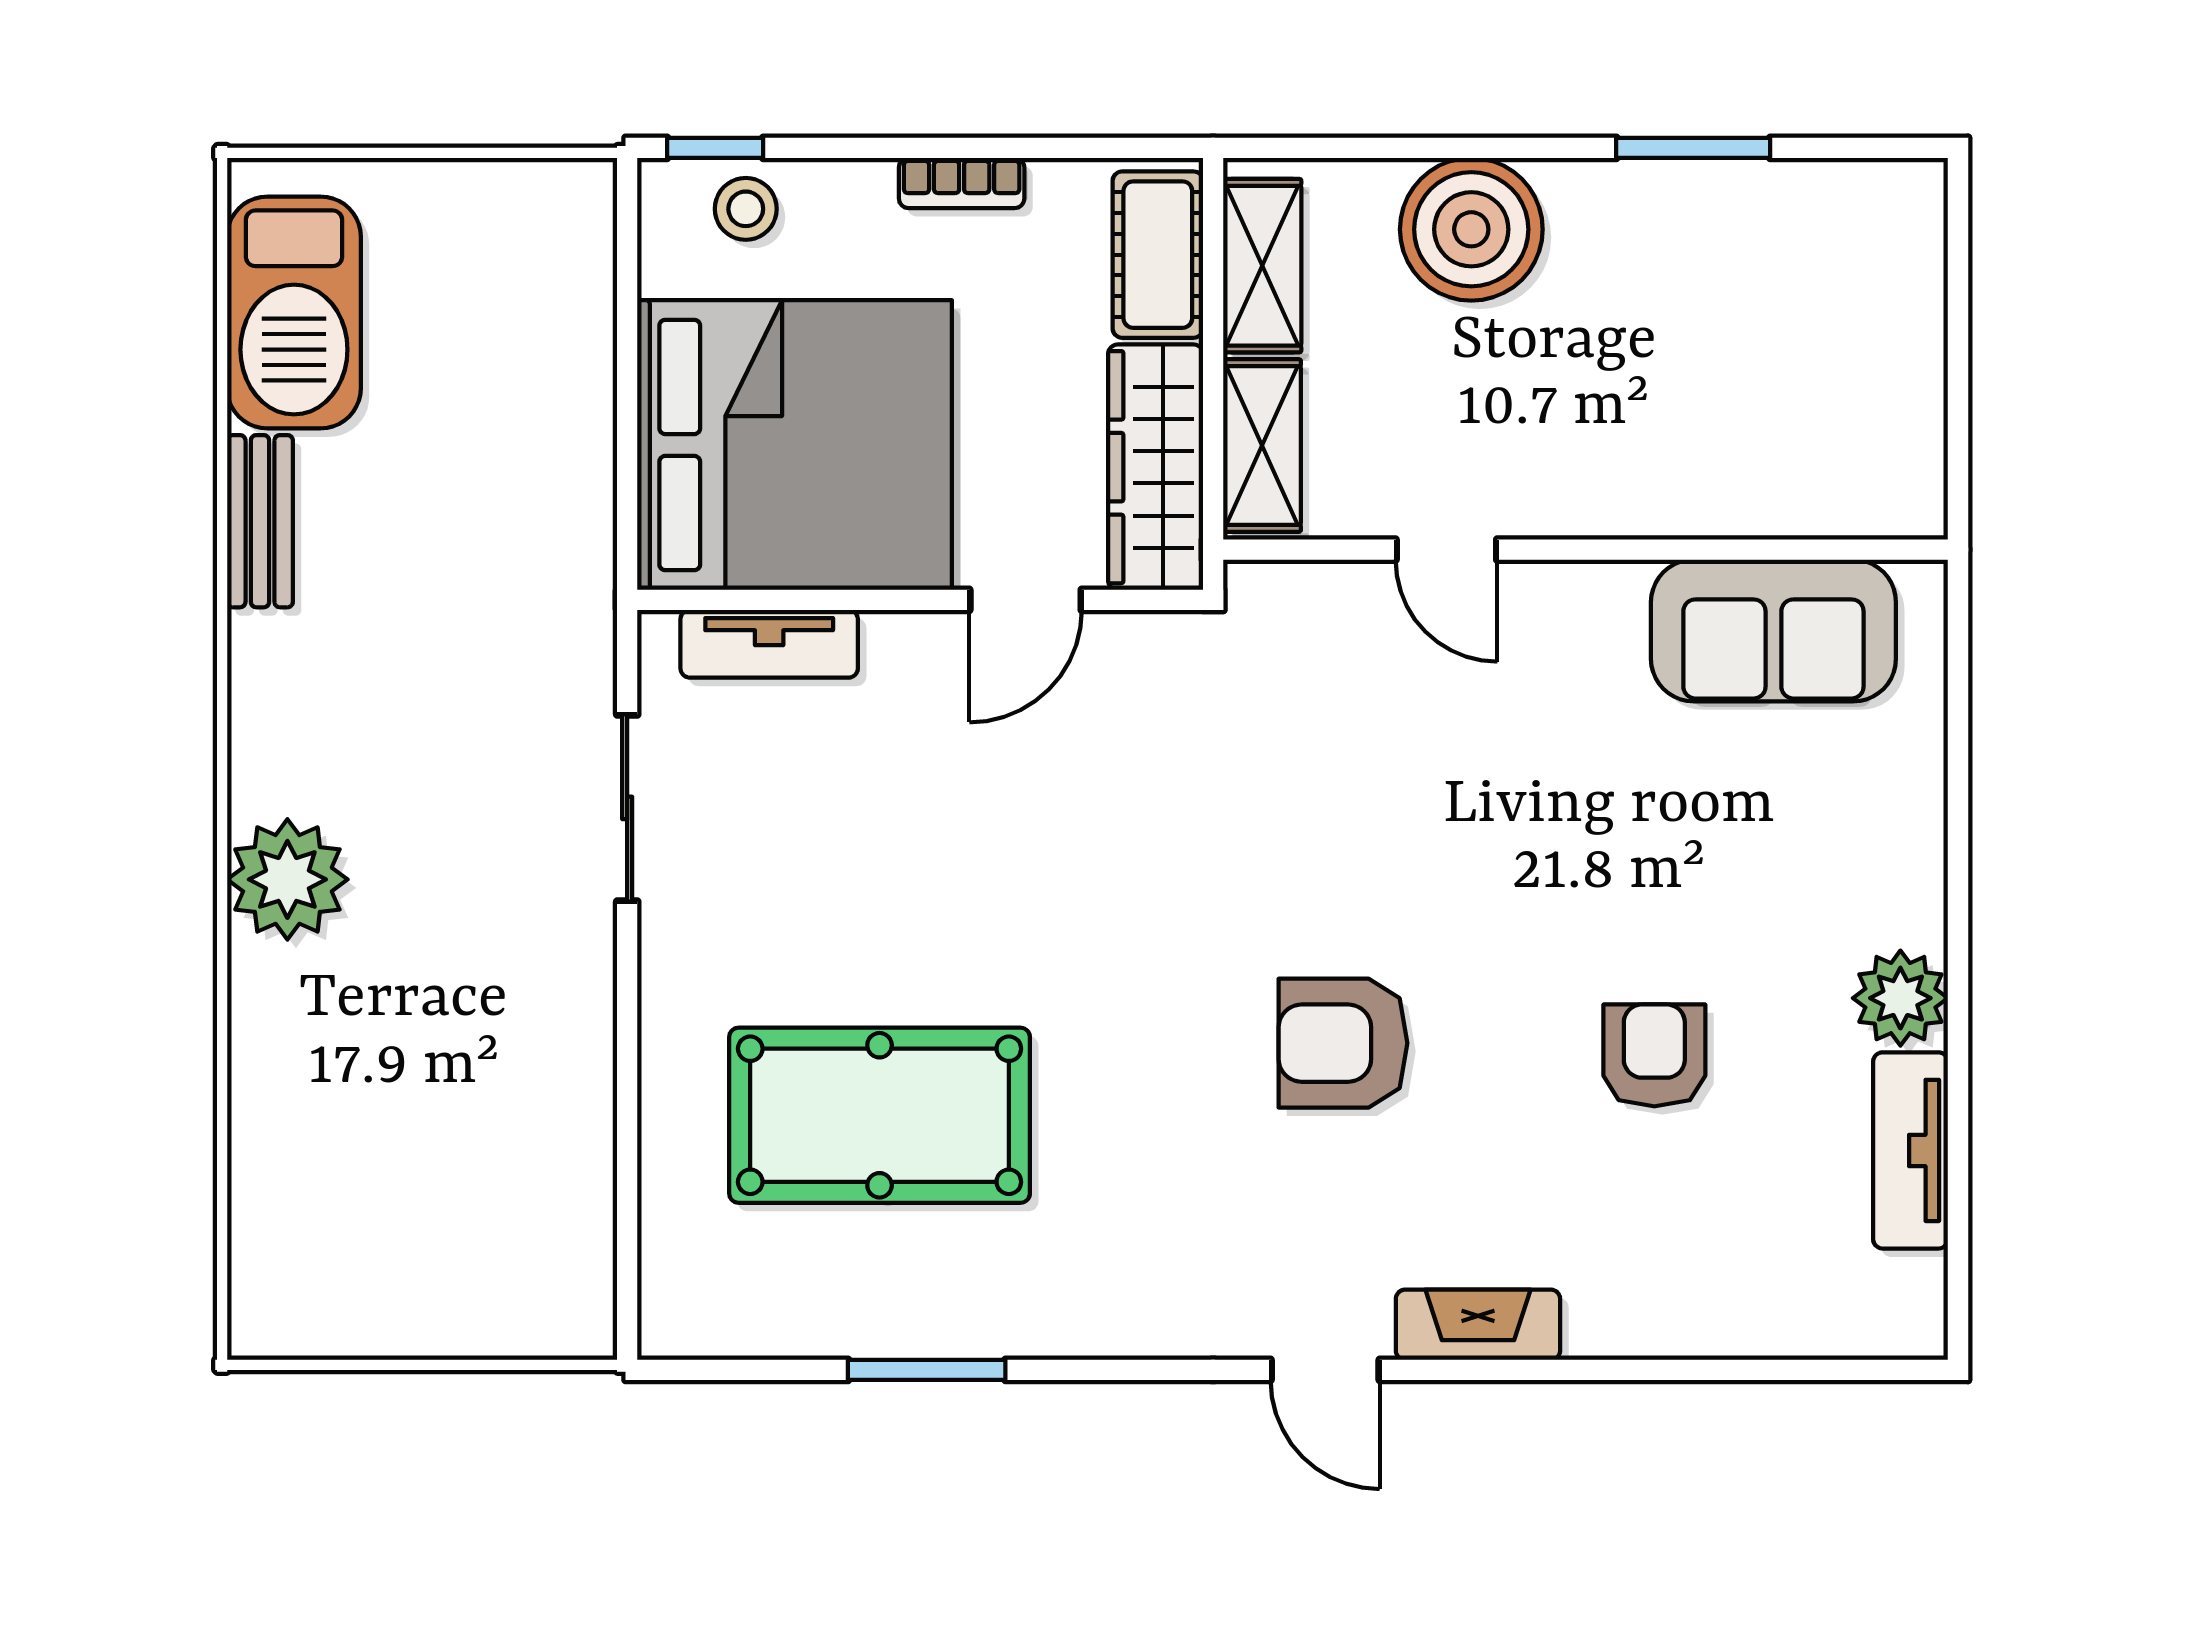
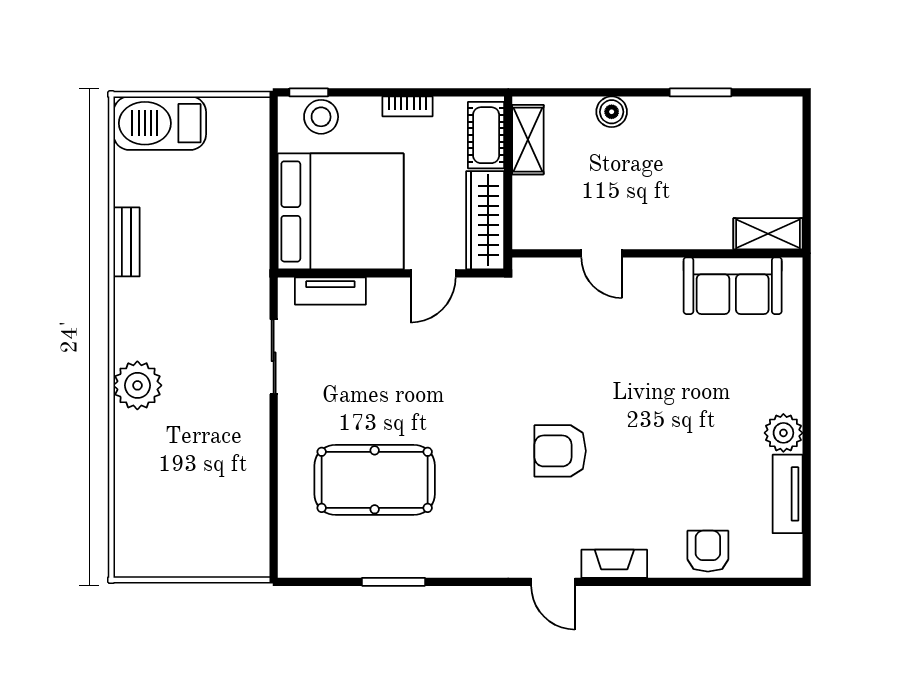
stool: (746, 209) -> (321, 117), width x1.37, depth x1.37
boiler: (1471, 229) -> (612, 112), width x0.54, depth x0.54
barbecue: (294, 312) -> (160, 123), moved, turned 90
shelving: (1262, 446) -> (768, 234), moved, turned 90
armchair: (1654, 1055) -> (708, 551), moved

